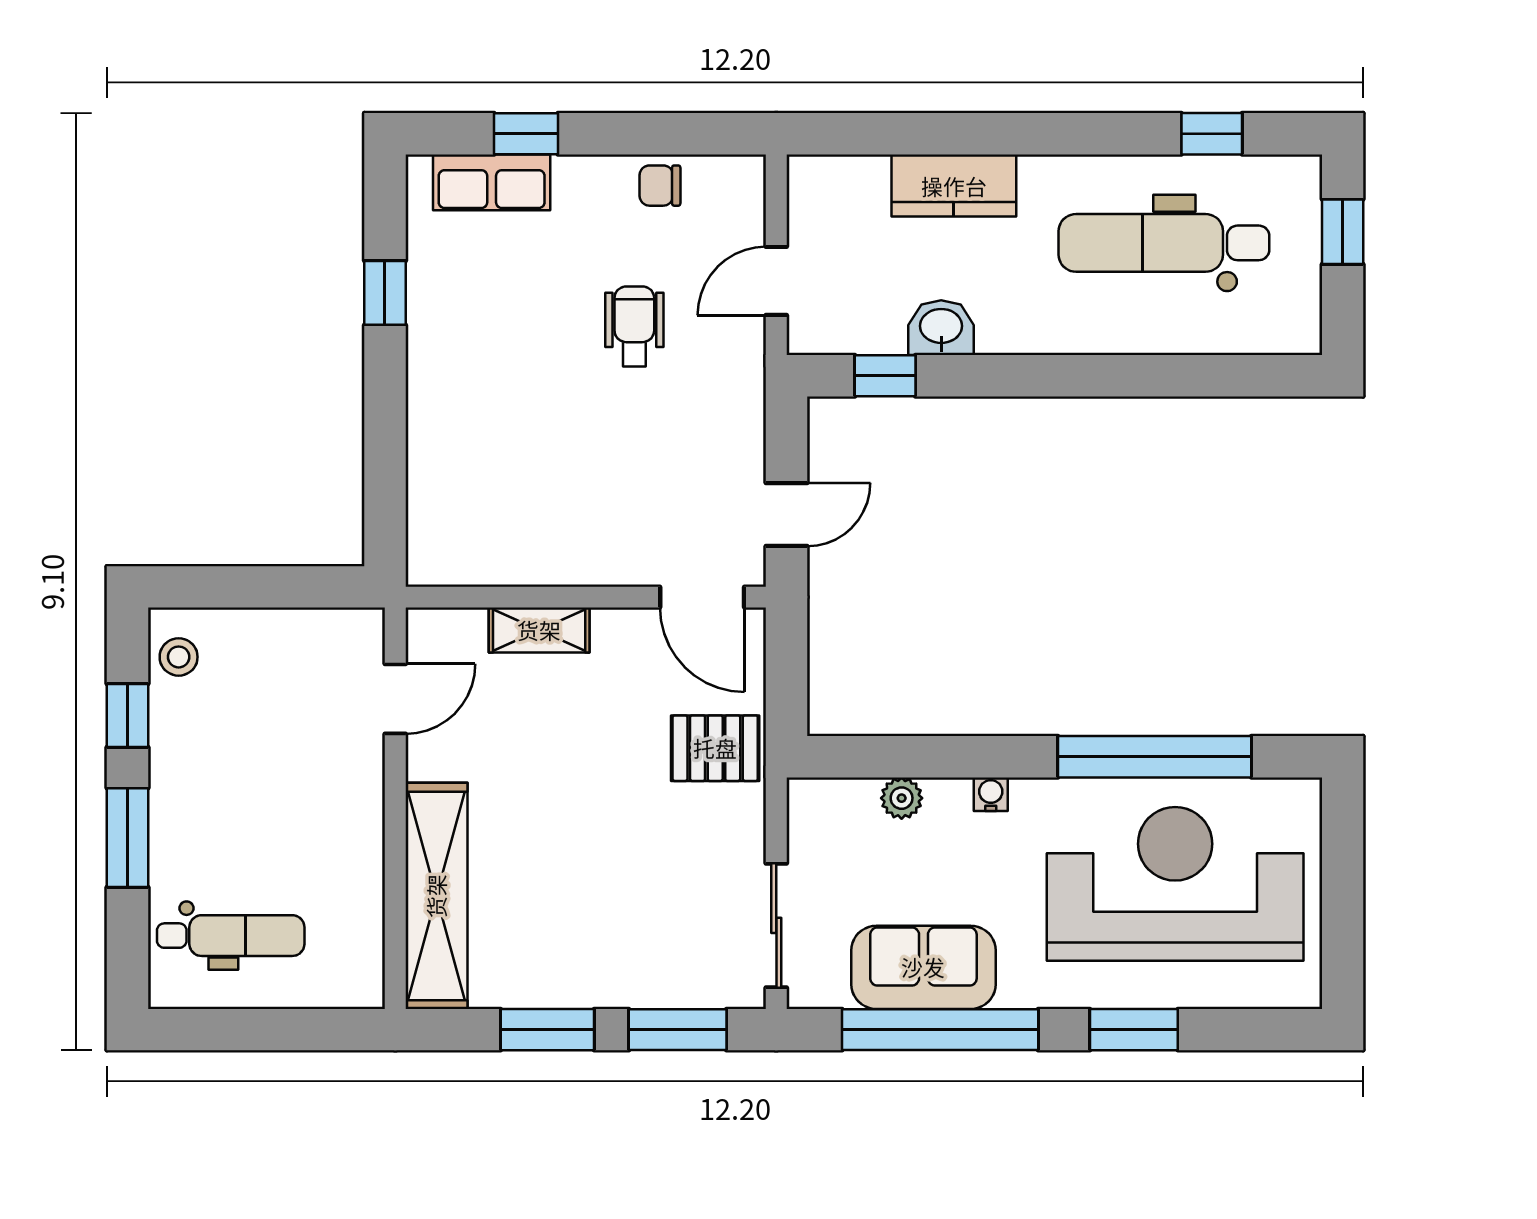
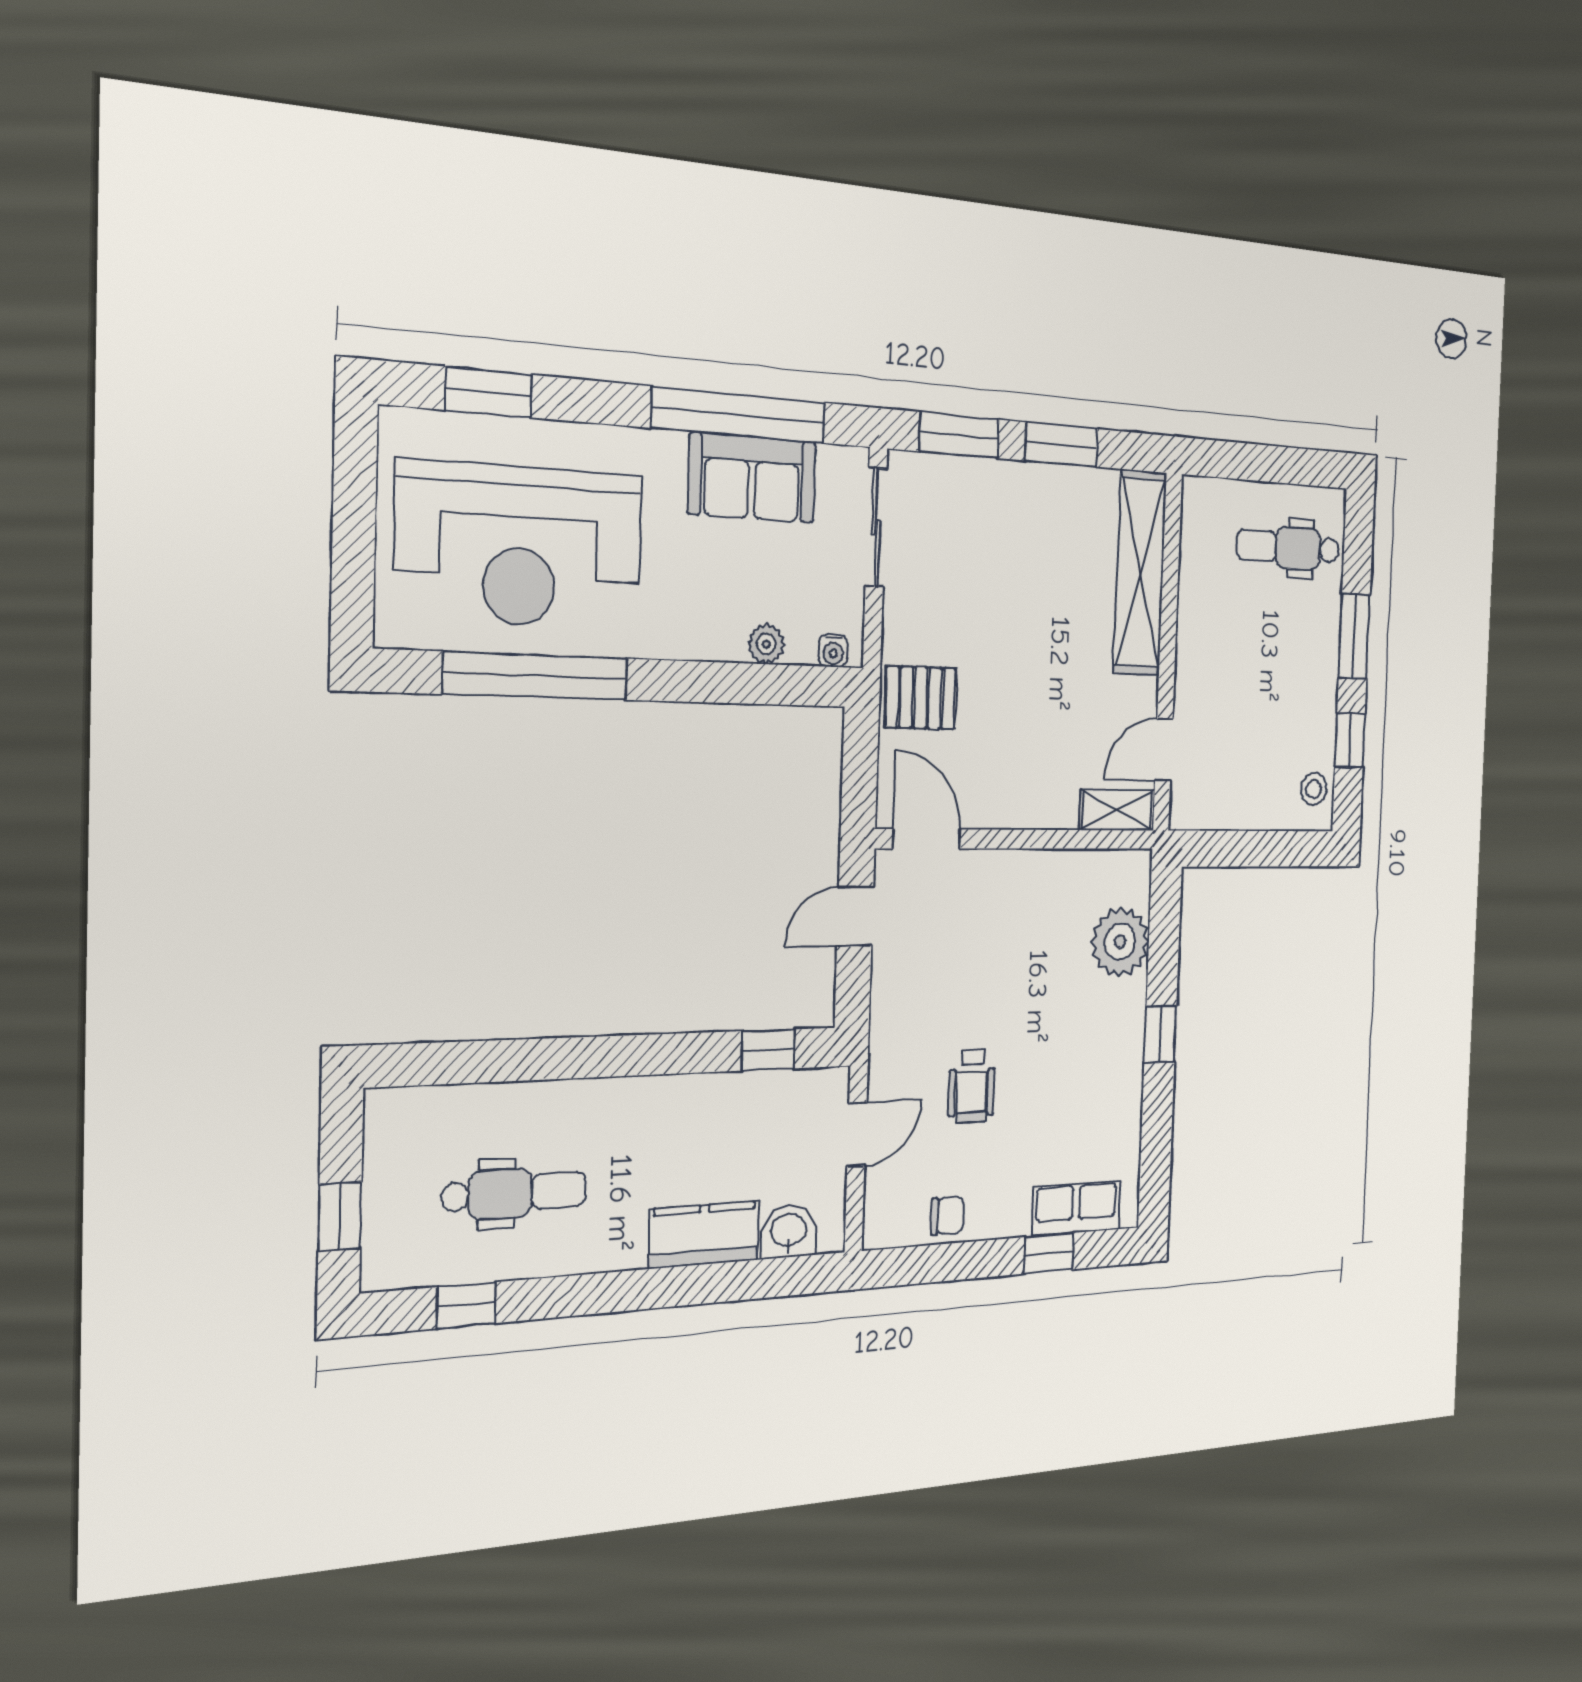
dental chair: (1164, 243) -> (515, 1193), width x0.73, depth x0.72
window: (385, 293) -> (1160, 1034), moved
washbasin: (941, 328) -> (789, 1231), moved, turned 180
plant: (445, 482) -> (1120, 942), added
shelving: (539, 630) -> (1117, 810), moved
water cooler: (991, 794) -> (833, 651), moved
window: (1134, 1030) -> (489, 392), moved

